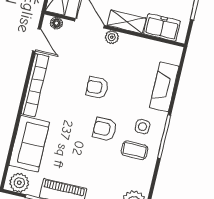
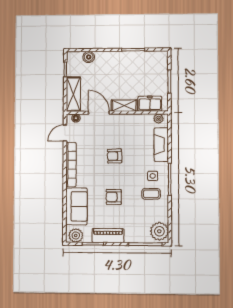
plant: (112, 37) -> (158, 119), moved
door: (37, 40) -> (65, 133), swing flipped
armchair: (105, 129) -> (114, 197), moved

